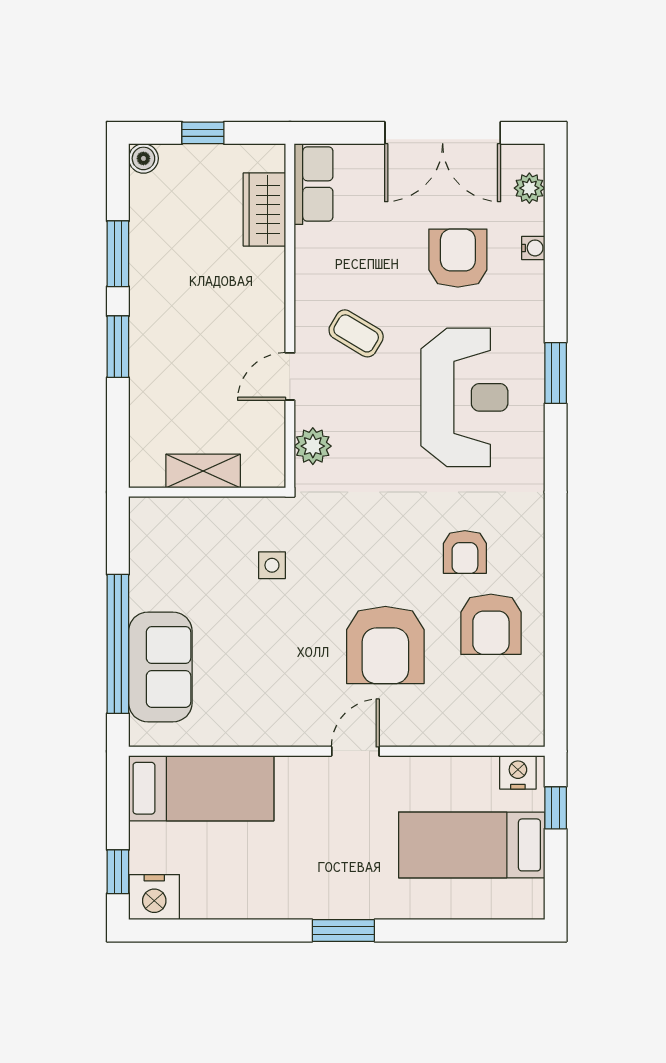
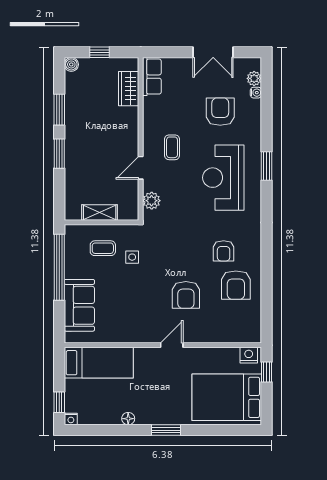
double door: (443, 133) -> (213, 52), width x0.73
water cooler: (533, 248) -> (256, 93), moved
coffee table: (356, 333) -> (172, 147), turned 59
reception desk: (464, 397) -> (223, 178), turned 180
coffee table: (210, 547) -> (103, 248), added
window: (118, 644) -> (59, 267), moved
armchair: (385, 645) -> (186, 295), width x0.73, depth x0.73
bed: (472, 845) -> (227, 397), width x1.50
nightstand: (154, 897) -> (71, 419), width x0.53, depth x0.56
floor lamp: (264, 906) -> (128, 419), added

